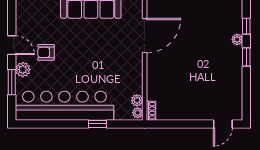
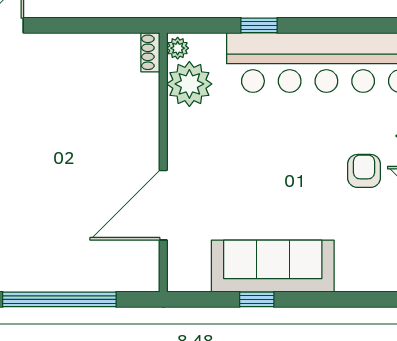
armchair: (46, 52) -> (364, 171), turned -90
plant: (137, 100) -> (189, 84), width x1.88, depth x1.88

